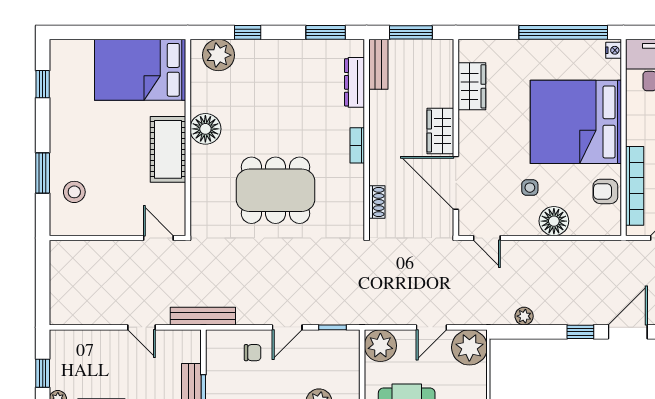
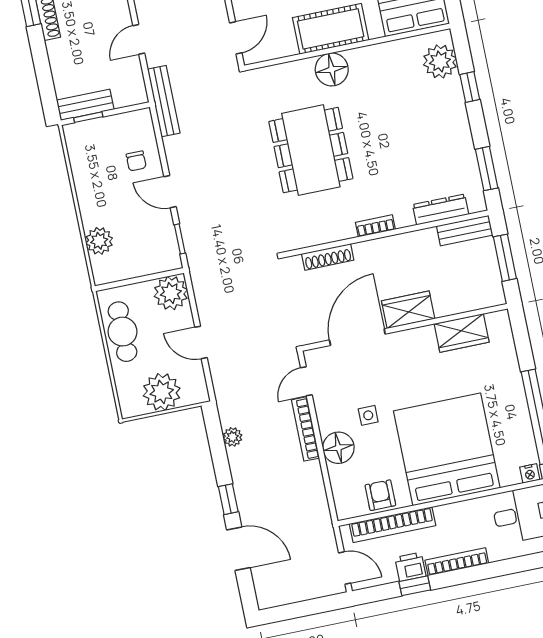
floor lamp: (205, 129) -> (332, 69), moved
shoe rack: (377, 202) -> (328, 257), width x1.43
bookcase: (530, 248) -> (305, 429), added
plant: (469, 347) -> (162, 392), moved

